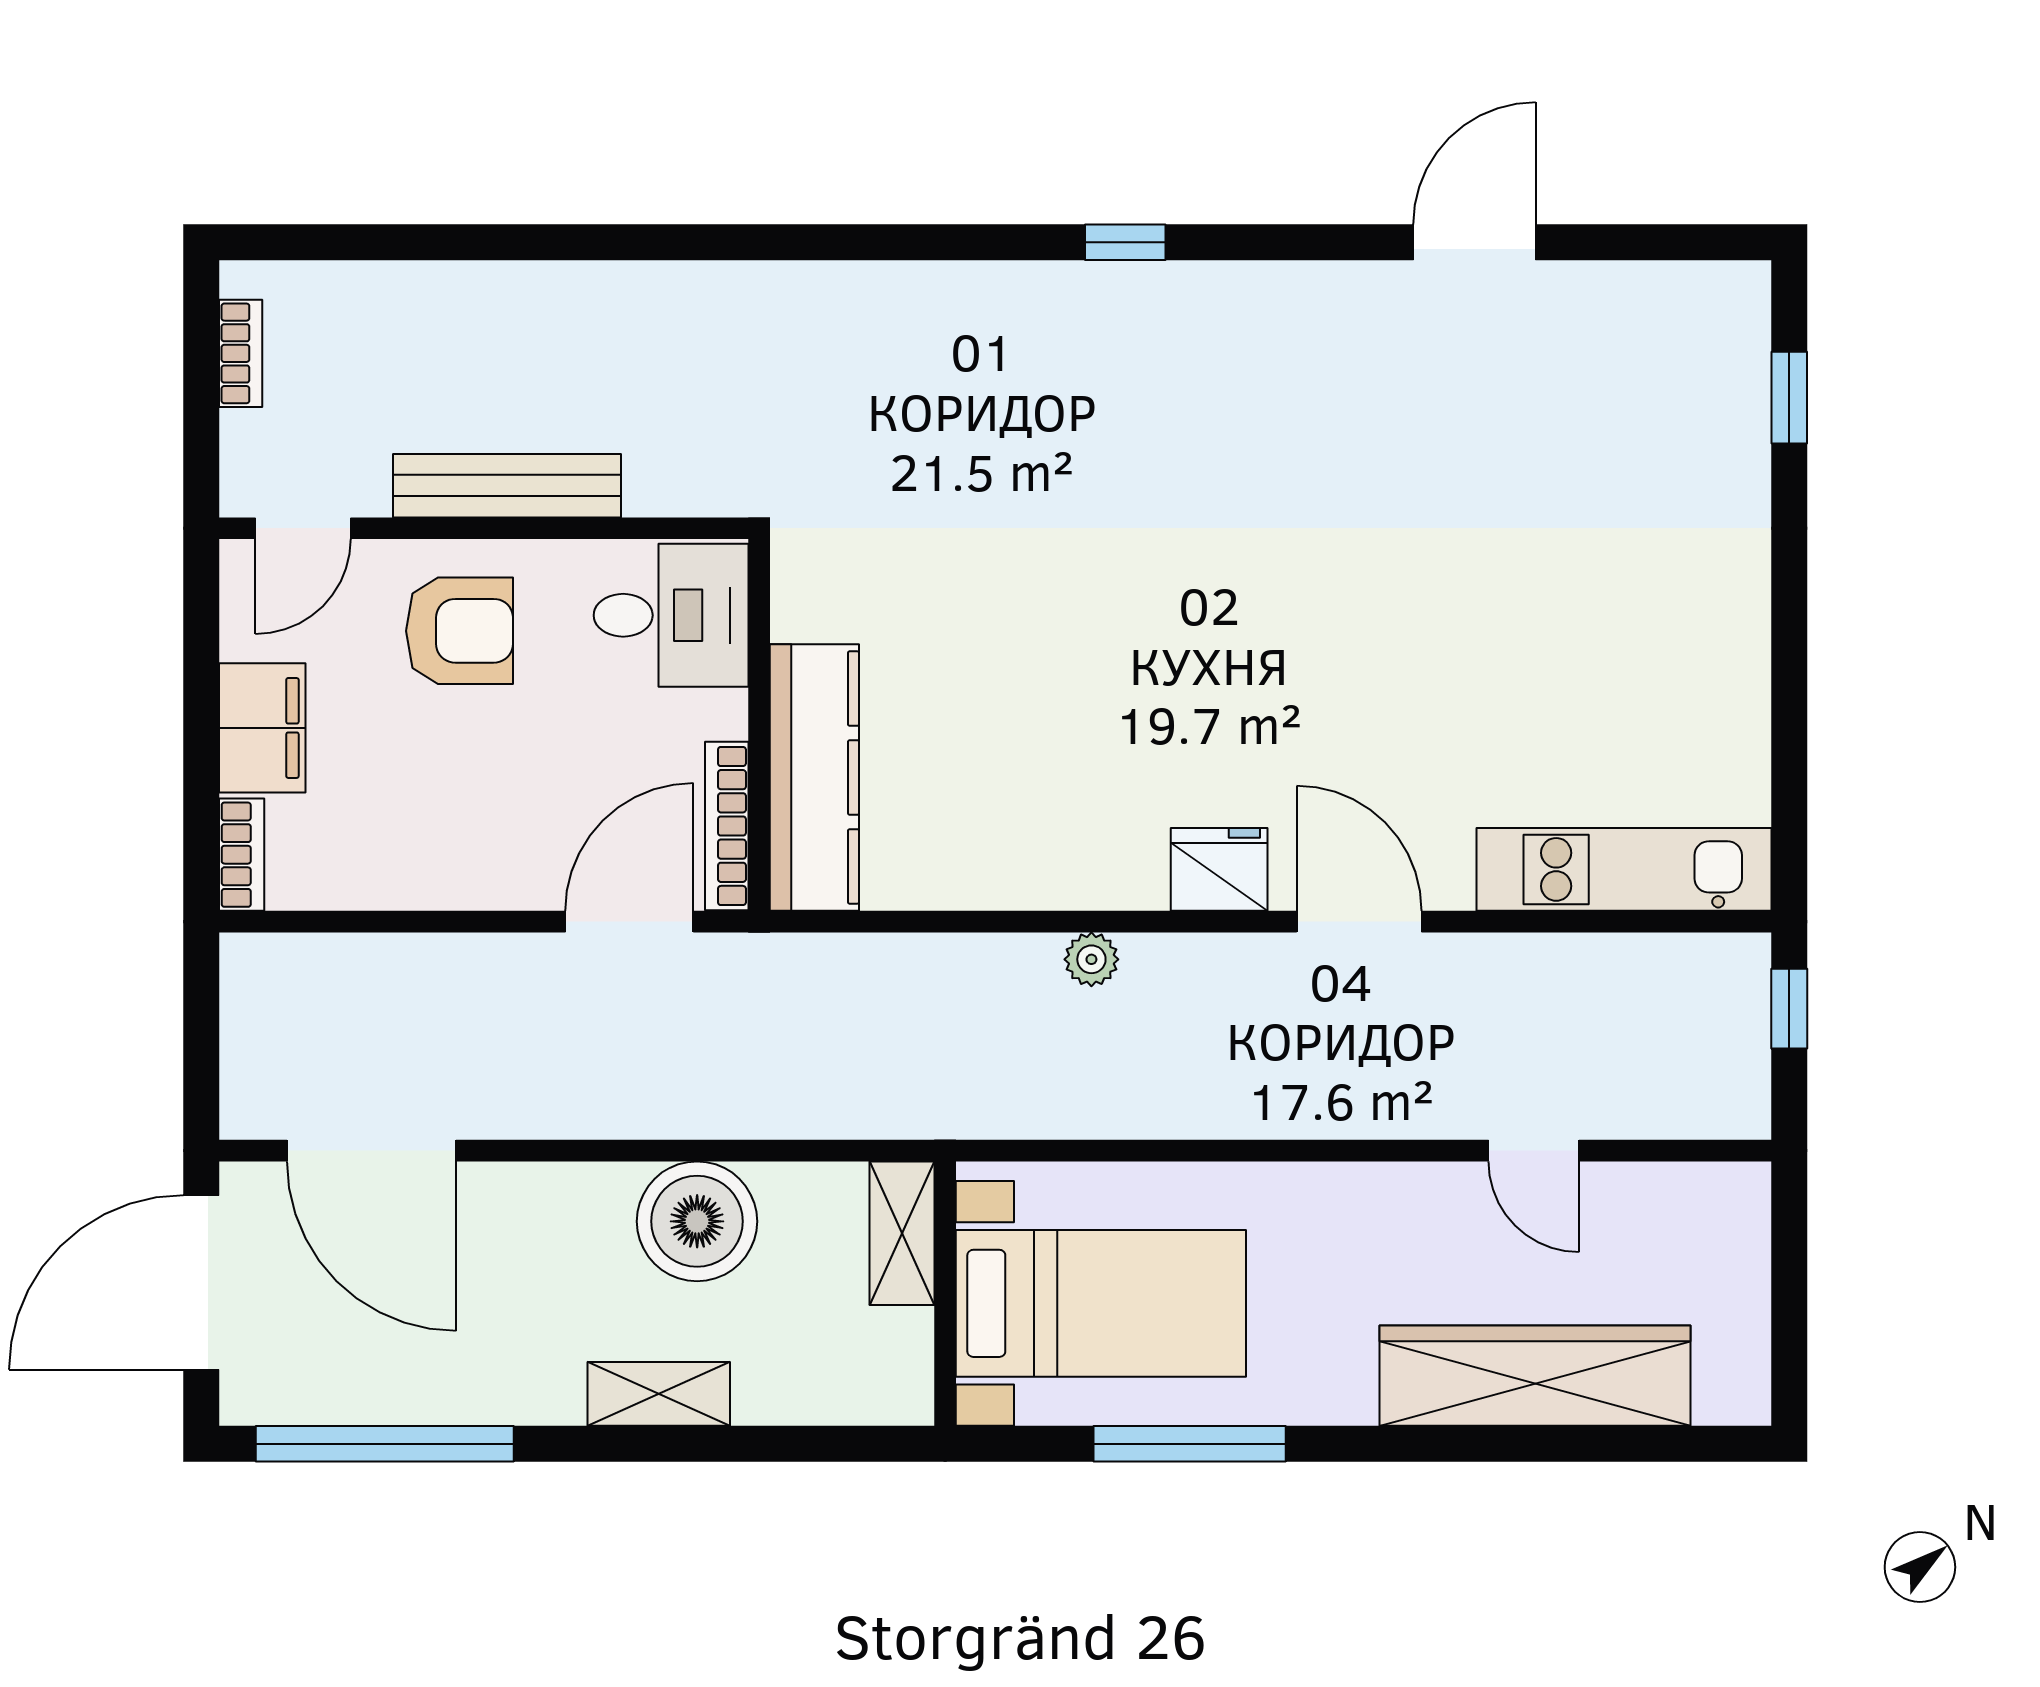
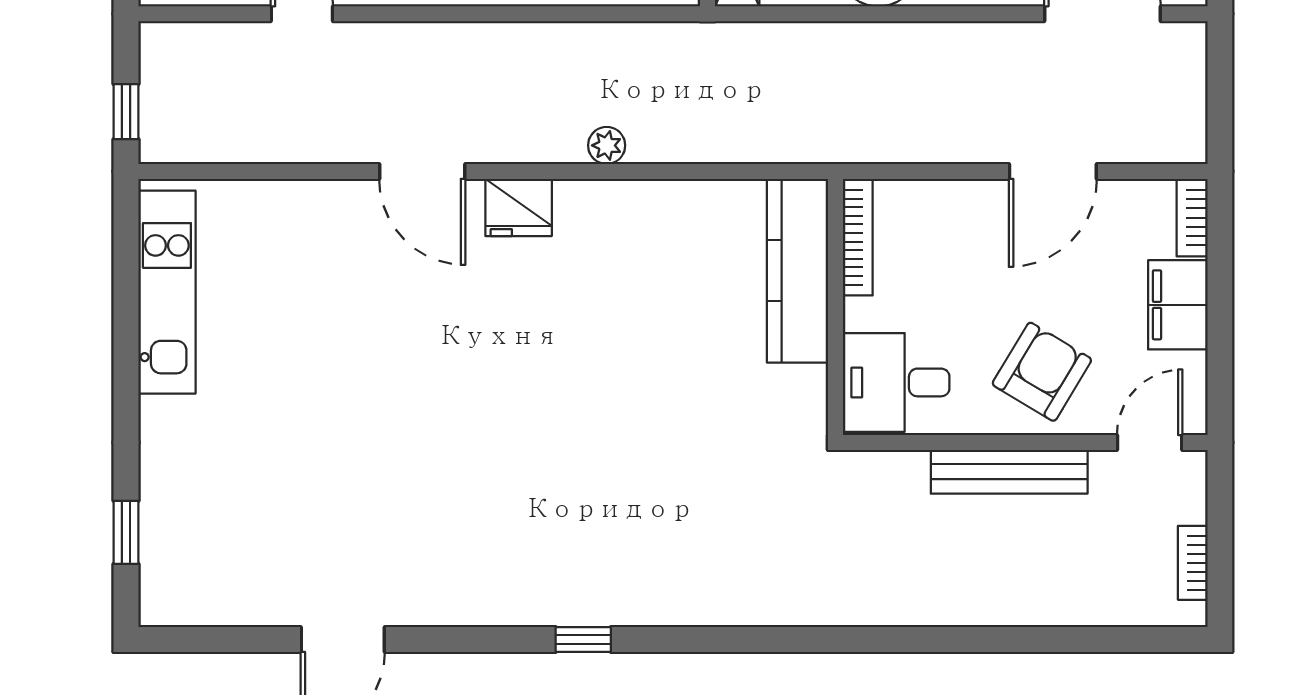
armchair: (460, 631) -> (1042, 372), turned 121
kitchen unit: (1624, 869) -> (167, 292), moved, turned -90
door: (629, 922) -> (1053, 171), moved

